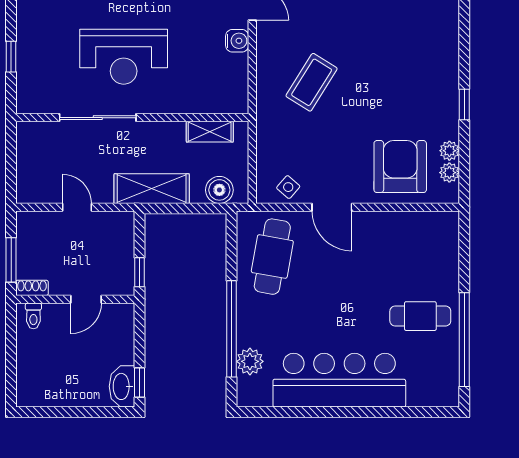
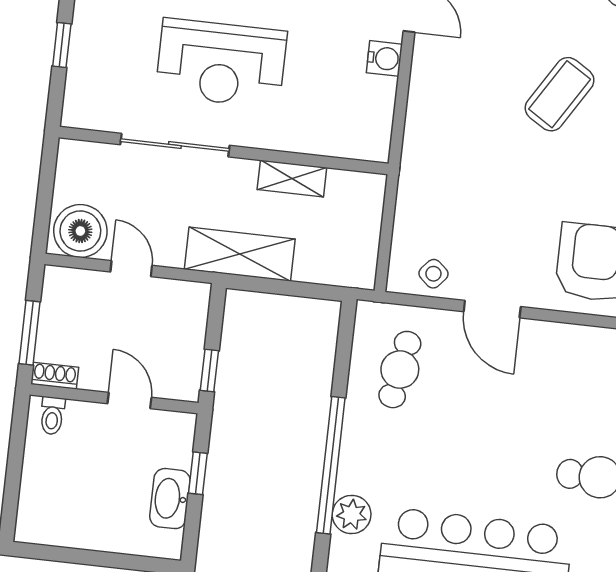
coffee table: (312, 82) -> (560, 94), moved
shelving: (210, 132) -> (292, 178), moved
boiler: (219, 190) -> (80, 231), moved, width x1.37, depth x1.37
cafe table: (272, 257) -> (400, 370), width x0.73, depth x0.74
door: (86, 299) -> (129, 400), swing flipped
window: (139, 382) -> (198, 473), moved
washbasin: (122, 386) -> (170, 499), moved

